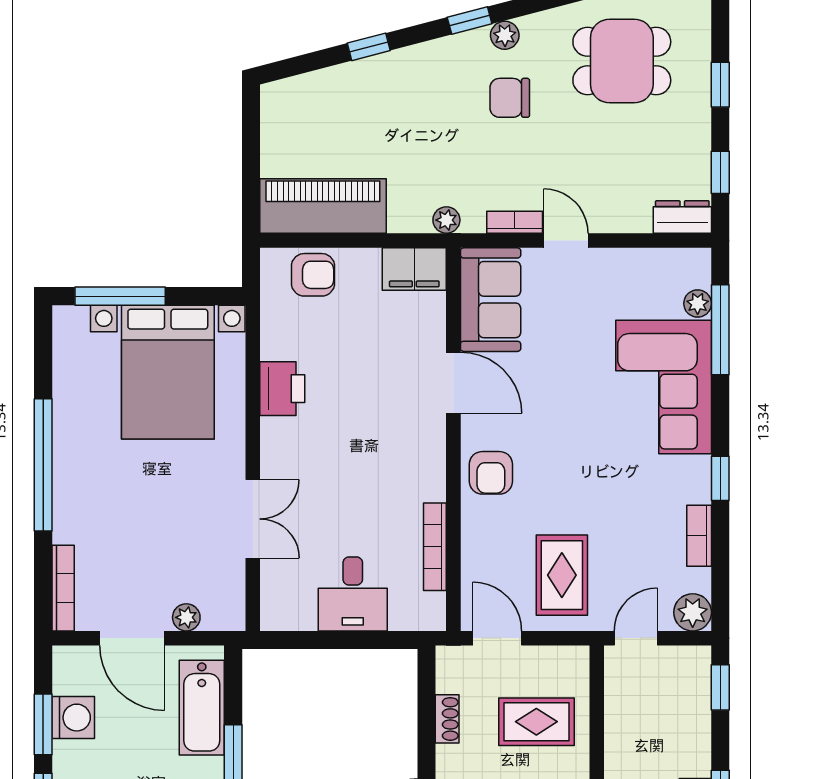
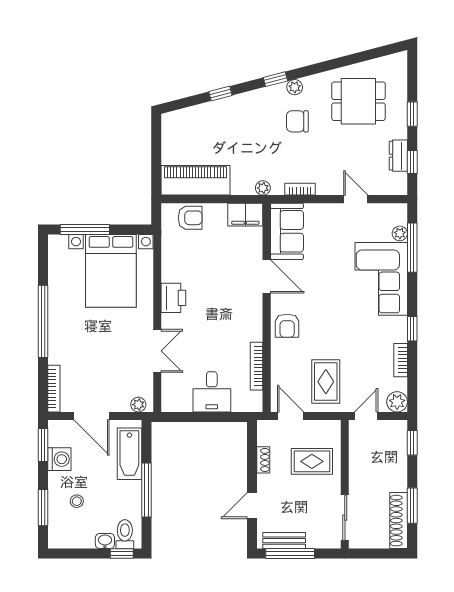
dresser: (682, 217) -> (398, 156), moved, turned -90
door: (566, 241) -> (356, 199), moved
printer: (282, 389) -> (173, 298), moved
plant: (186, 617) -> (138, 405), moved
window: (43, 724) -> (43, 445), moved

